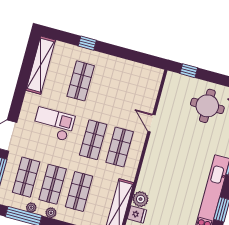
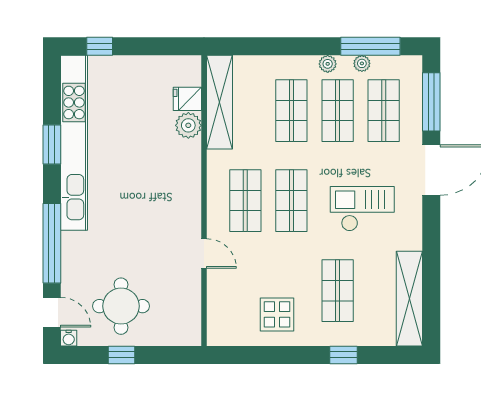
window: (189, 71) -> (122, 355), moved
display table: (119, 77) -> (277, 314), added
checkout: (54, 124) -> (362, 209), turned 180

